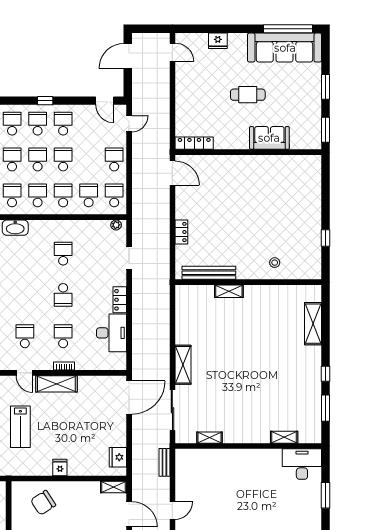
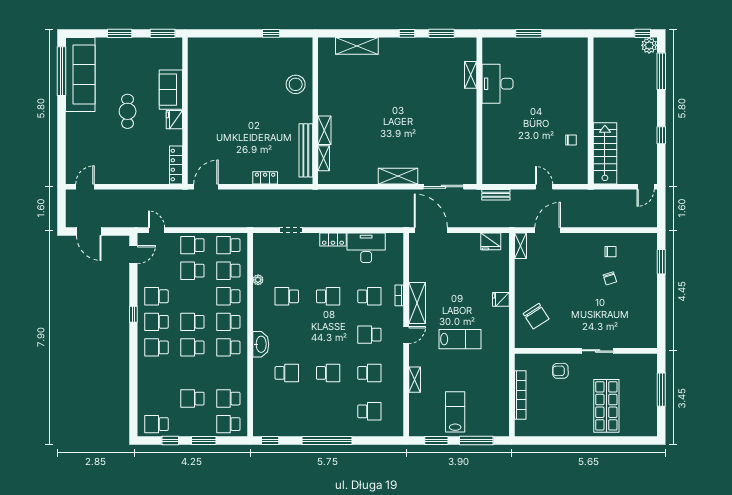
fridge: (218, 41) -> (174, 120), moved, turned 180
school desk: (63, 160) -> (192, 271), moved
plant: (116, 225) -> (258, 280), moved
stool: (275, 263) -> (296, 84), width x1.89, depth x1.89
school desk: (63, 336) -> (369, 296), turned 180
shelving: (210, 438) -> (324, 158), moved
desk: (302, 464) -> (497, 84), moved

